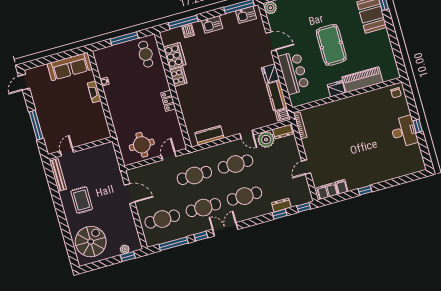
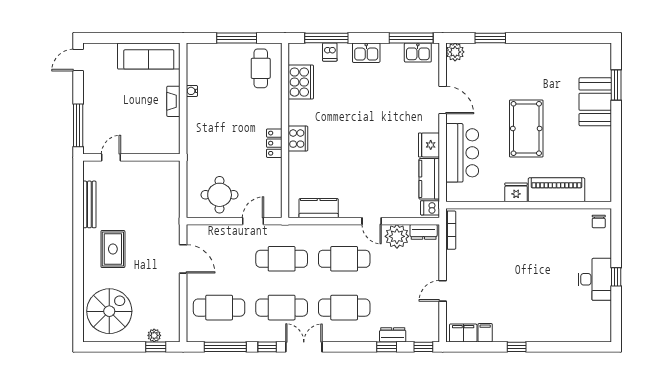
cooker: (178, 77) -> (298, 139), moved
wall: (80, 148) -> (131, 157), moved
door: (67, 152) -> (111, 157), moved

